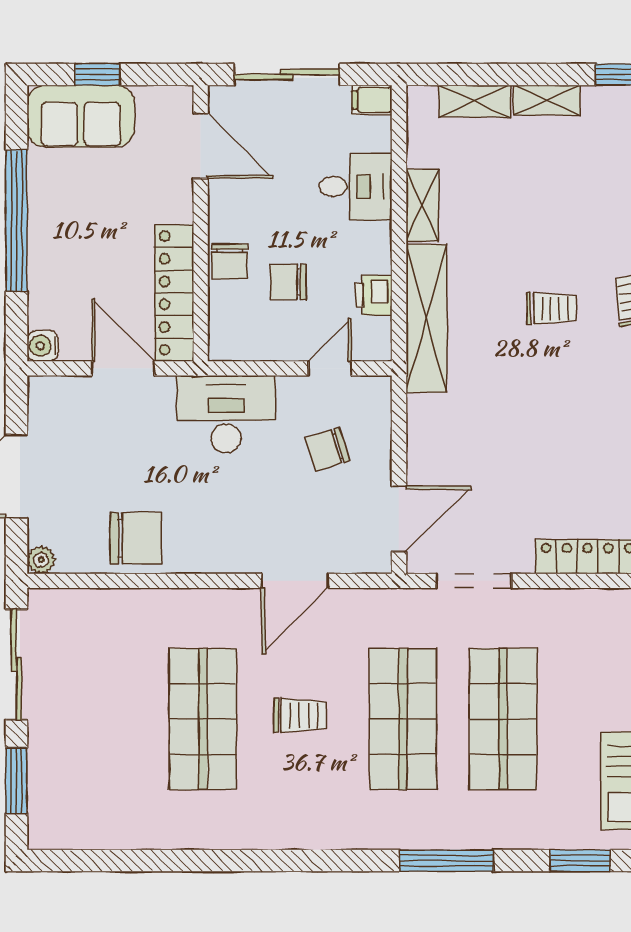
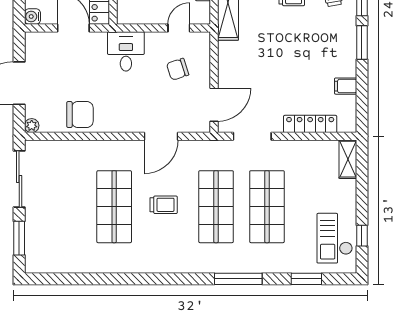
desk: (226, 414) -> (126, 51), width x0.73

